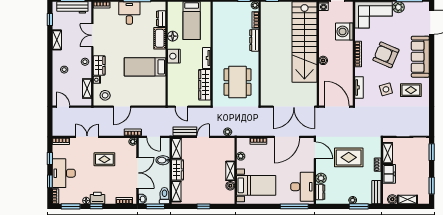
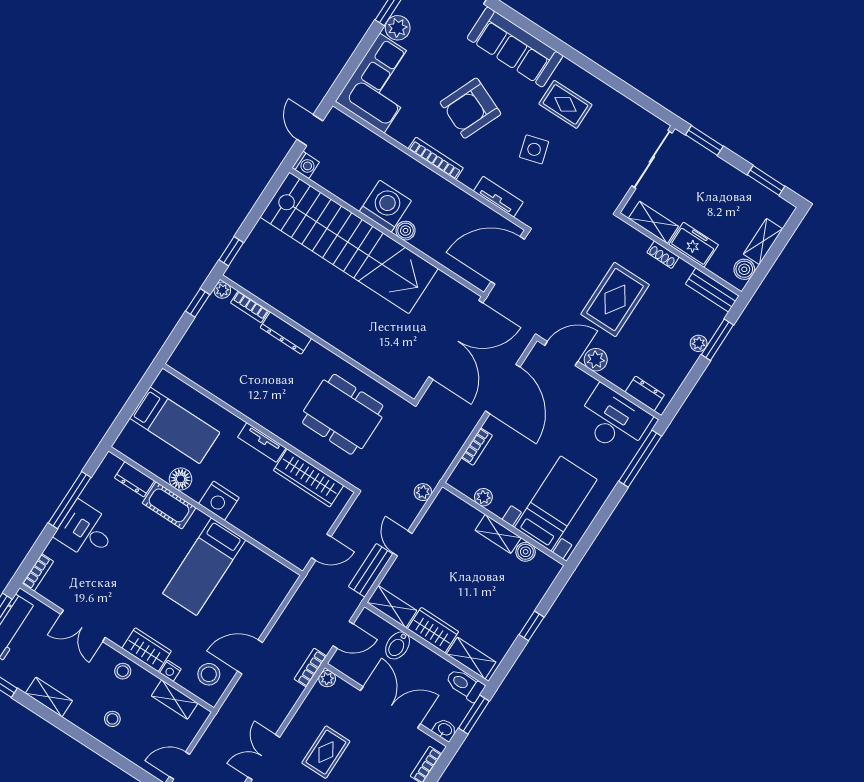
washing machine: (344, 31) -> (385, 206), moved, turned 180
rug: (411, 90) -> (565, 104), turned 90
door: (122, 107) -> (250, 657), swing flipped
plant: (321, 178) -> (596, 360), moved

